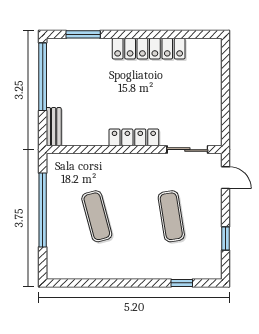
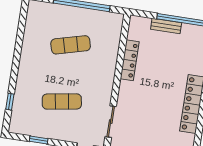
bench: (54, 127) -> (166, 26), moved
locker: (134, 137) -> (130, 60), moved

